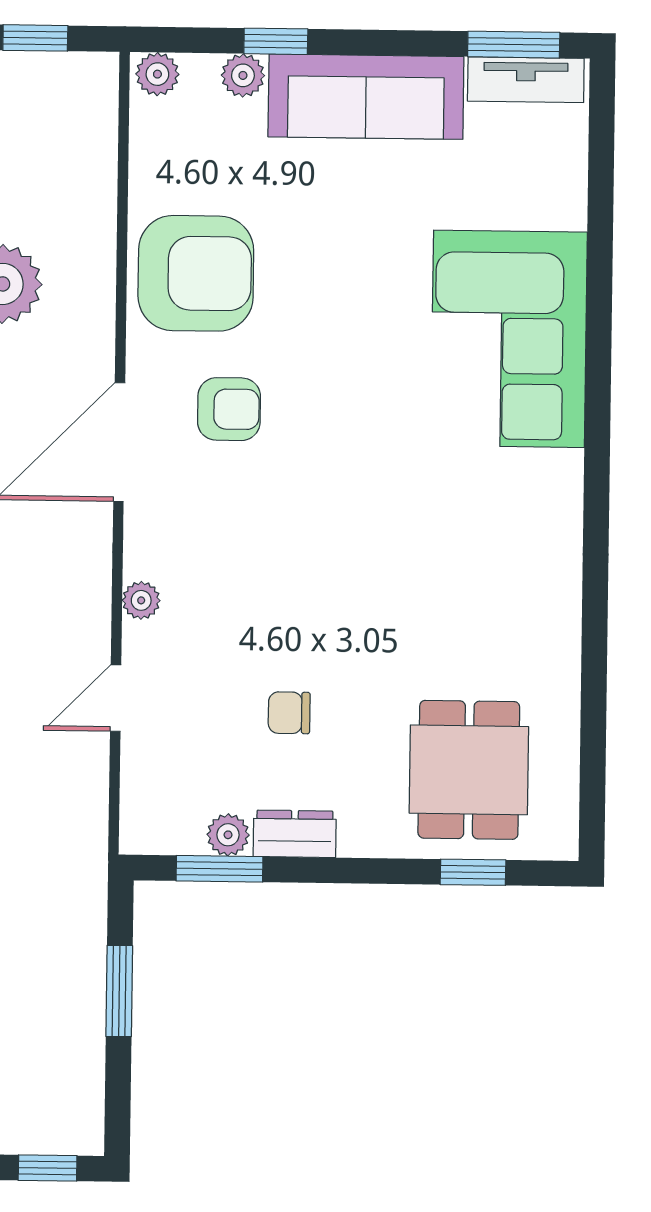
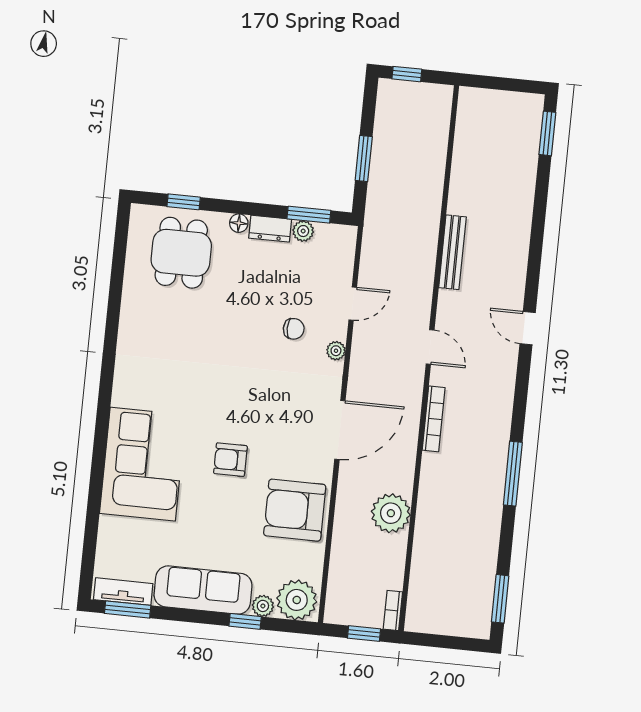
plant: (157, 74) -> (297, 600), width x1.88, depth x1.88
armchair: (229, 409) -> (230, 460), moved
chair: (289, 713) -> (294, 329), moved
floor lamp: (359, 839) -> (239, 223), added

